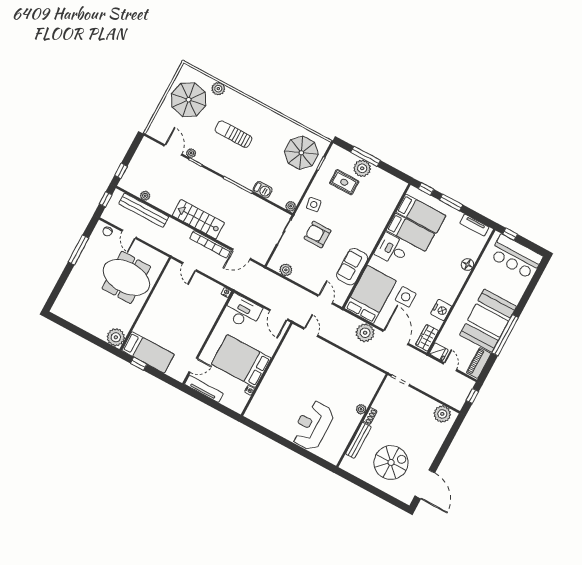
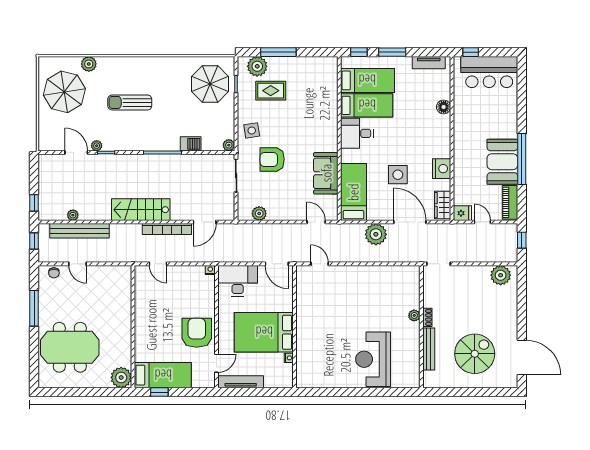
plant: (362, 168) -> (257, 66), moved
meeting table: (126, 277) -> (70, 347), moved
bed: (370, 295) -> (353, 192), width x0.67
booth: (488, 321) -> (502, 162), width x0.73, depth x0.70
armchair: (191, 334) -> (197, 333), added

